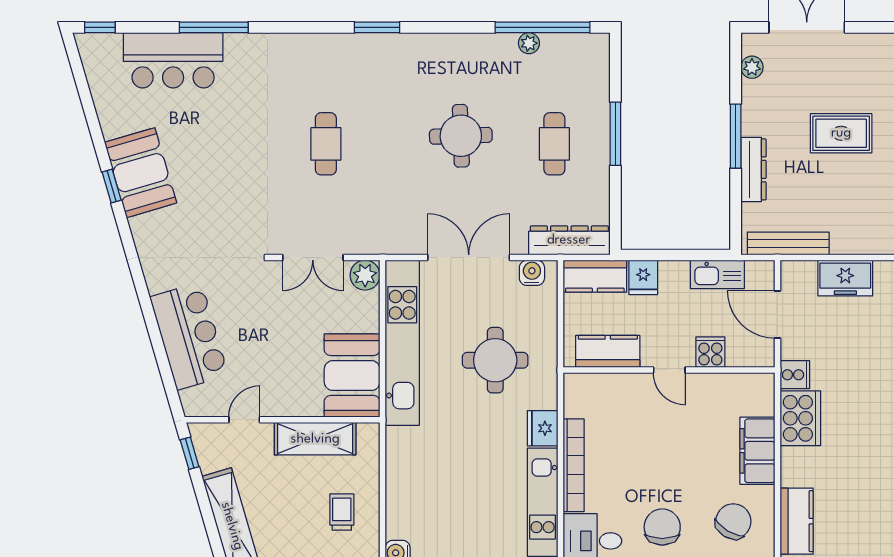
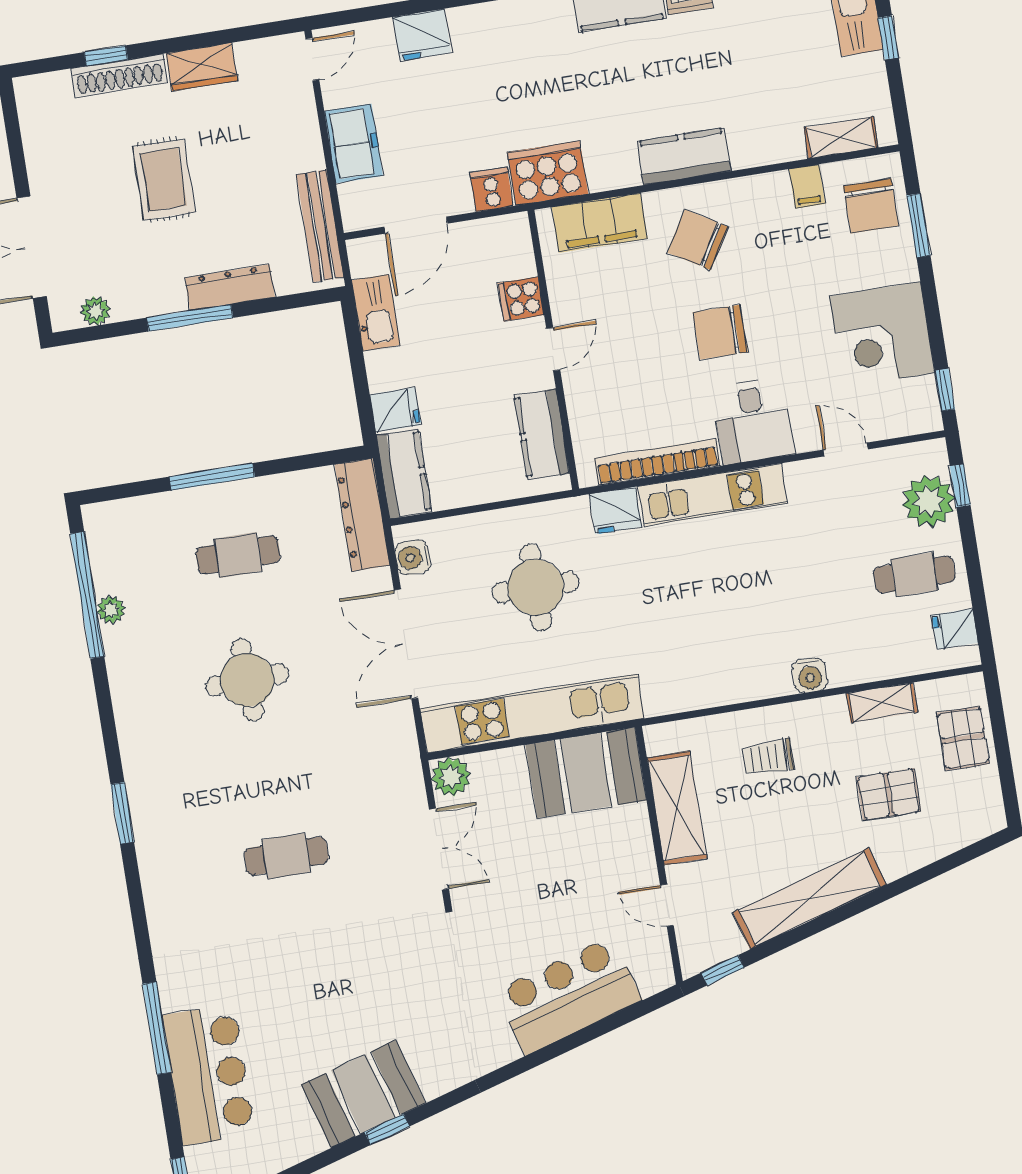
kitchen counter: (608, 351) -> (542, 434), moved
cooker: (710, 352) -> (521, 299), moved
door: (669, 370) -> (553, 349), moved
wall: (669, 370) -> (553, 350), moved

